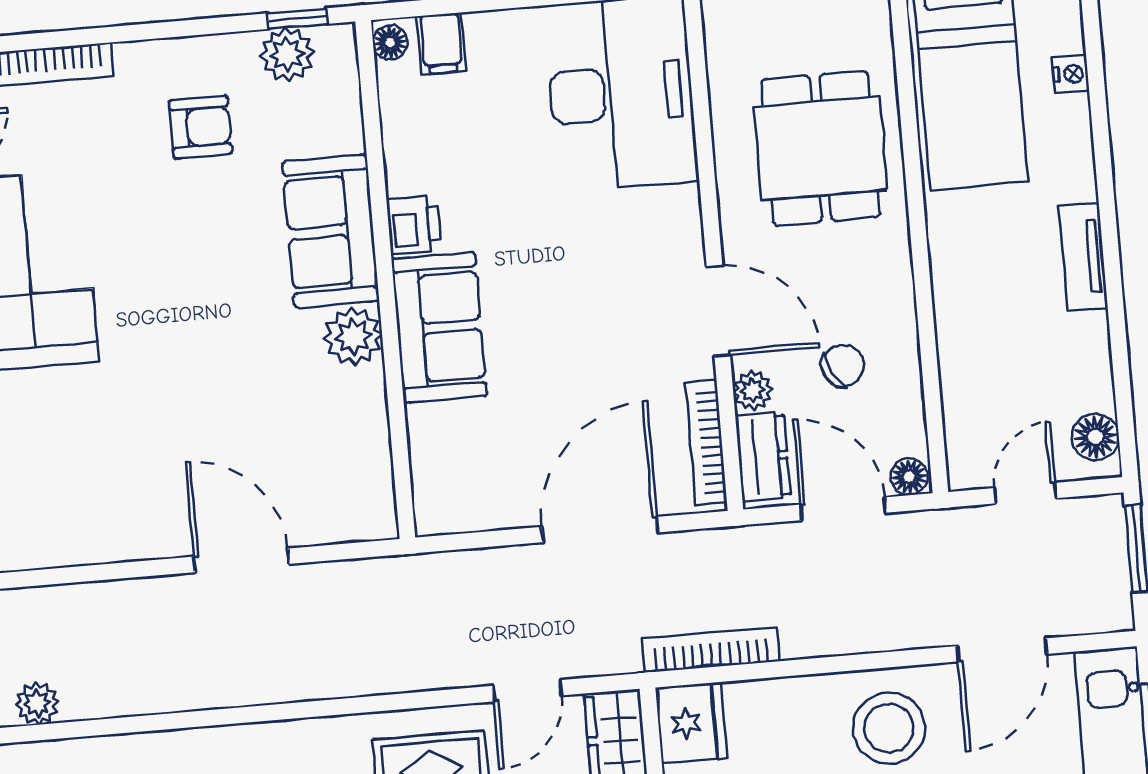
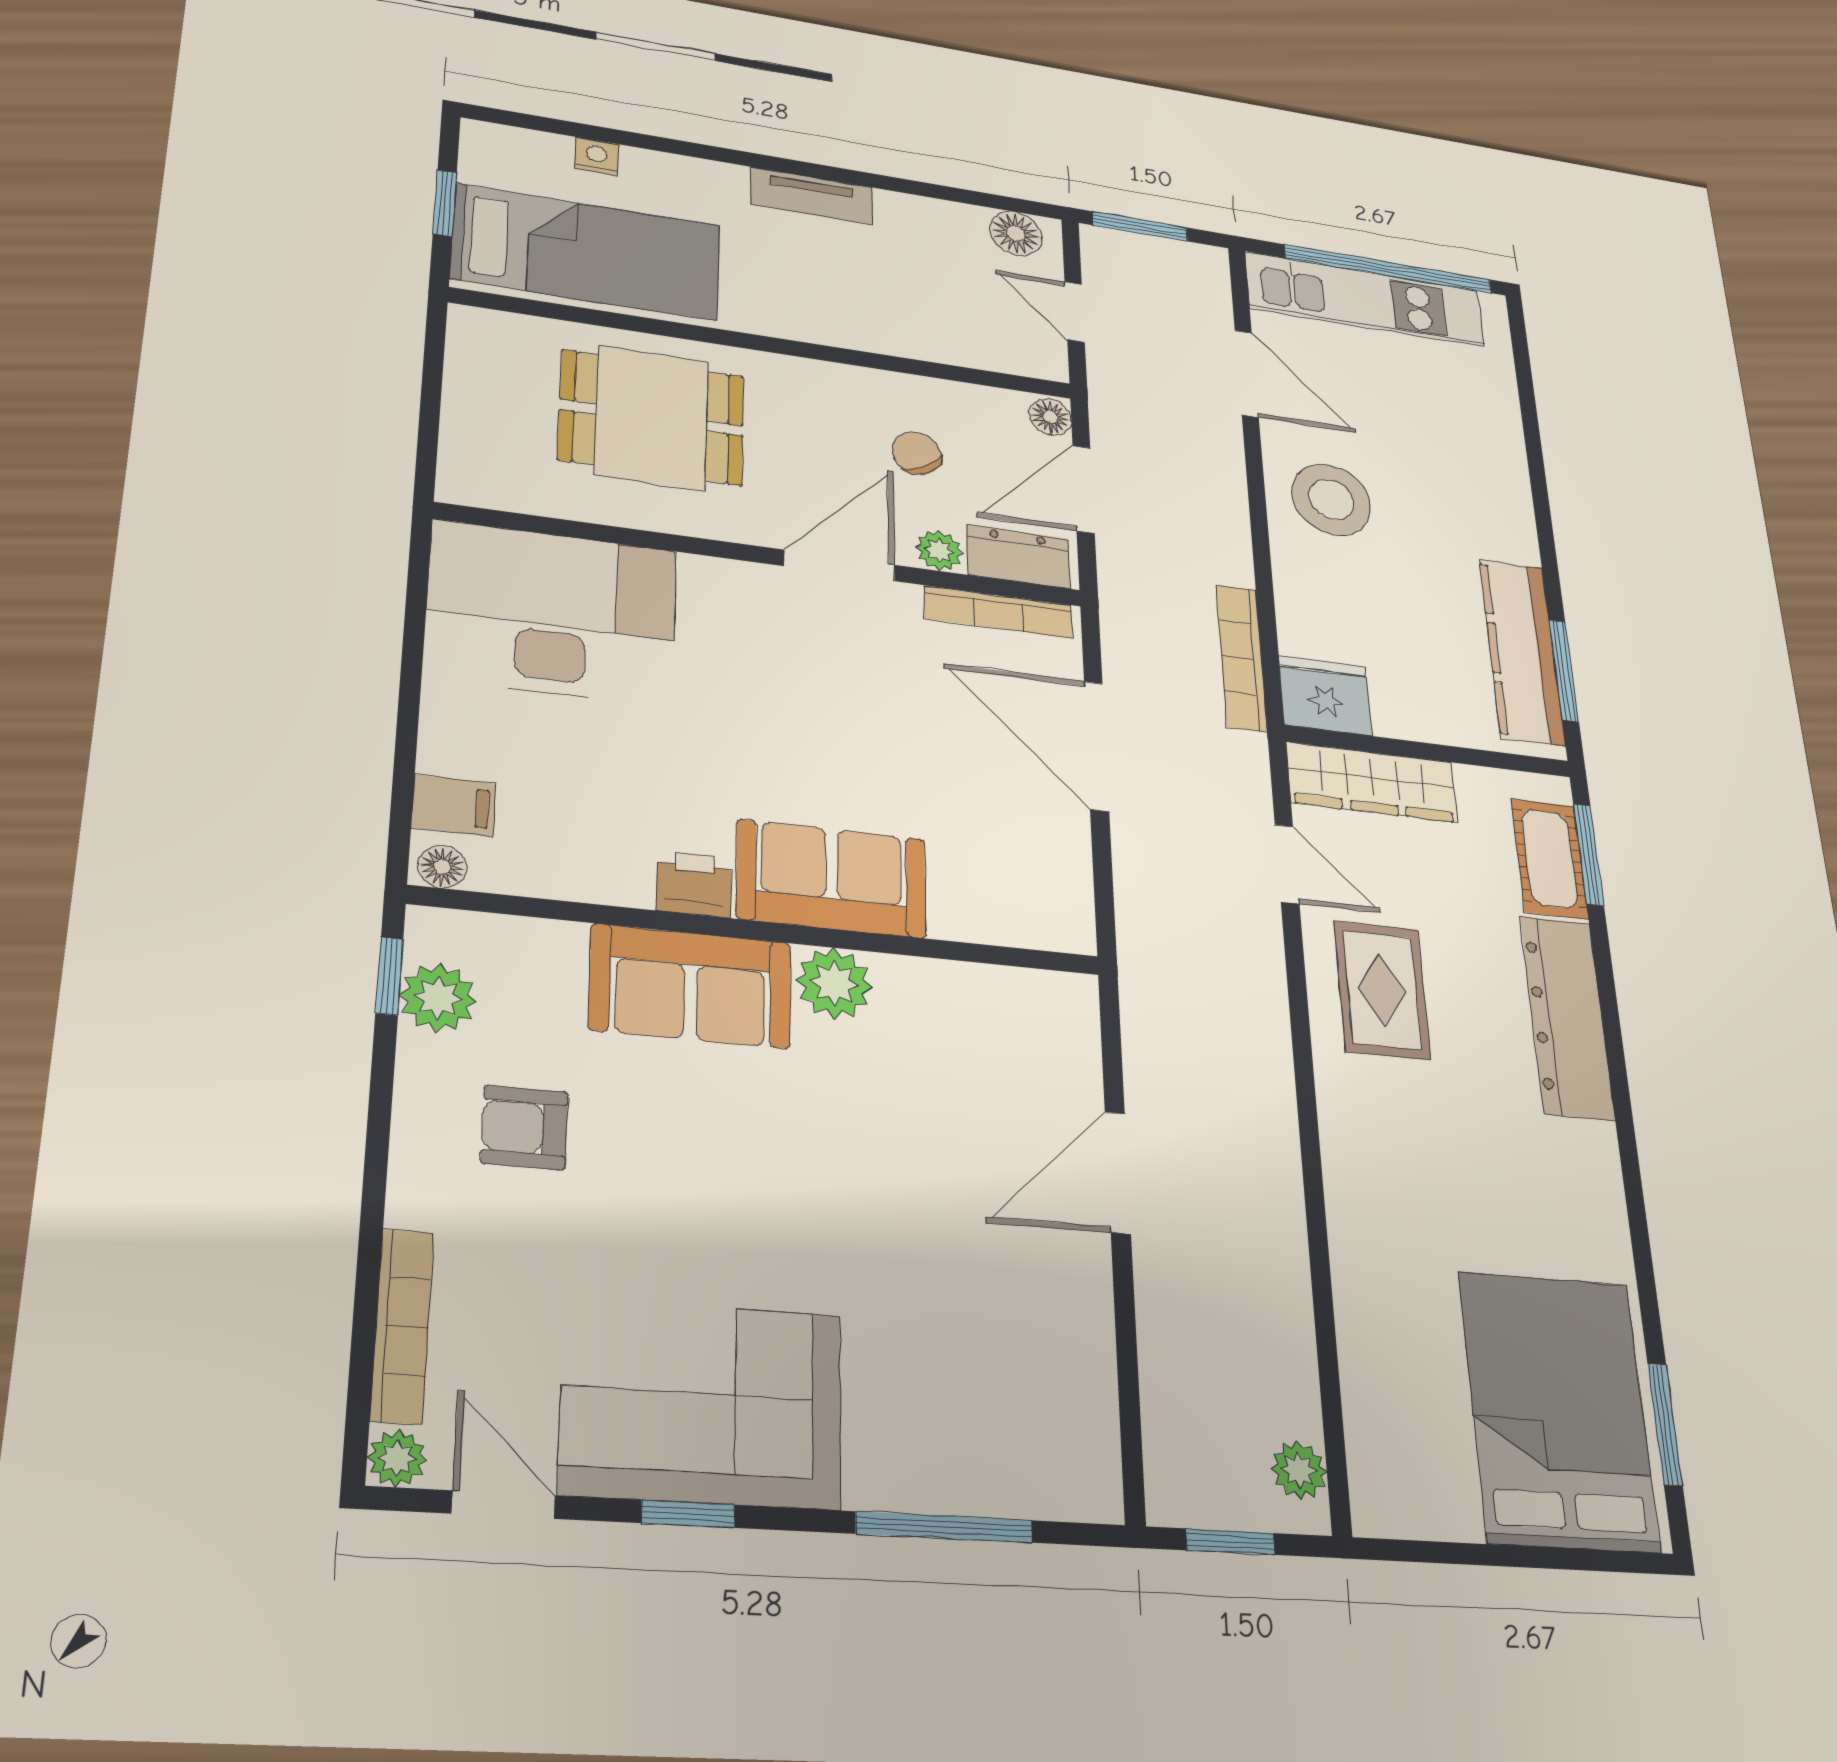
armchair: (200, 127) -> (525, 1128), turned -90

